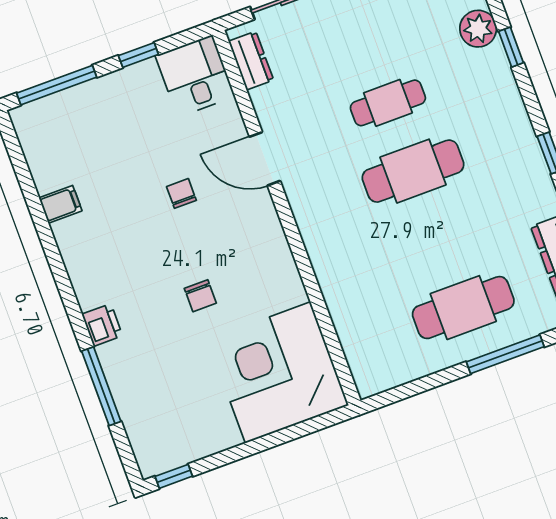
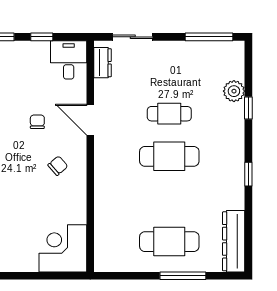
chair: (200, 296) -> (58, 166), moved, turned -131
corner desk: (278, 372) -> (63, 248), width x0.74, depth x0.74

